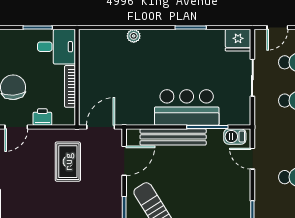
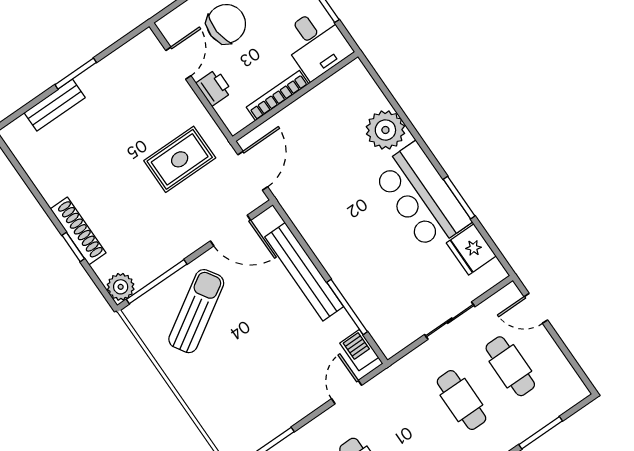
plant: (134, 36) -> (385, 130), width x1.88, depth x1.88
fridge: (238, 40) -> (471, 249), moved
bar counter: (187, 107) -> (422, 197), moved, turned 180
door: (16, 127) -> (178, 63), swing flipped
door: (101, 127) -> (253, 171), hinge flipped

